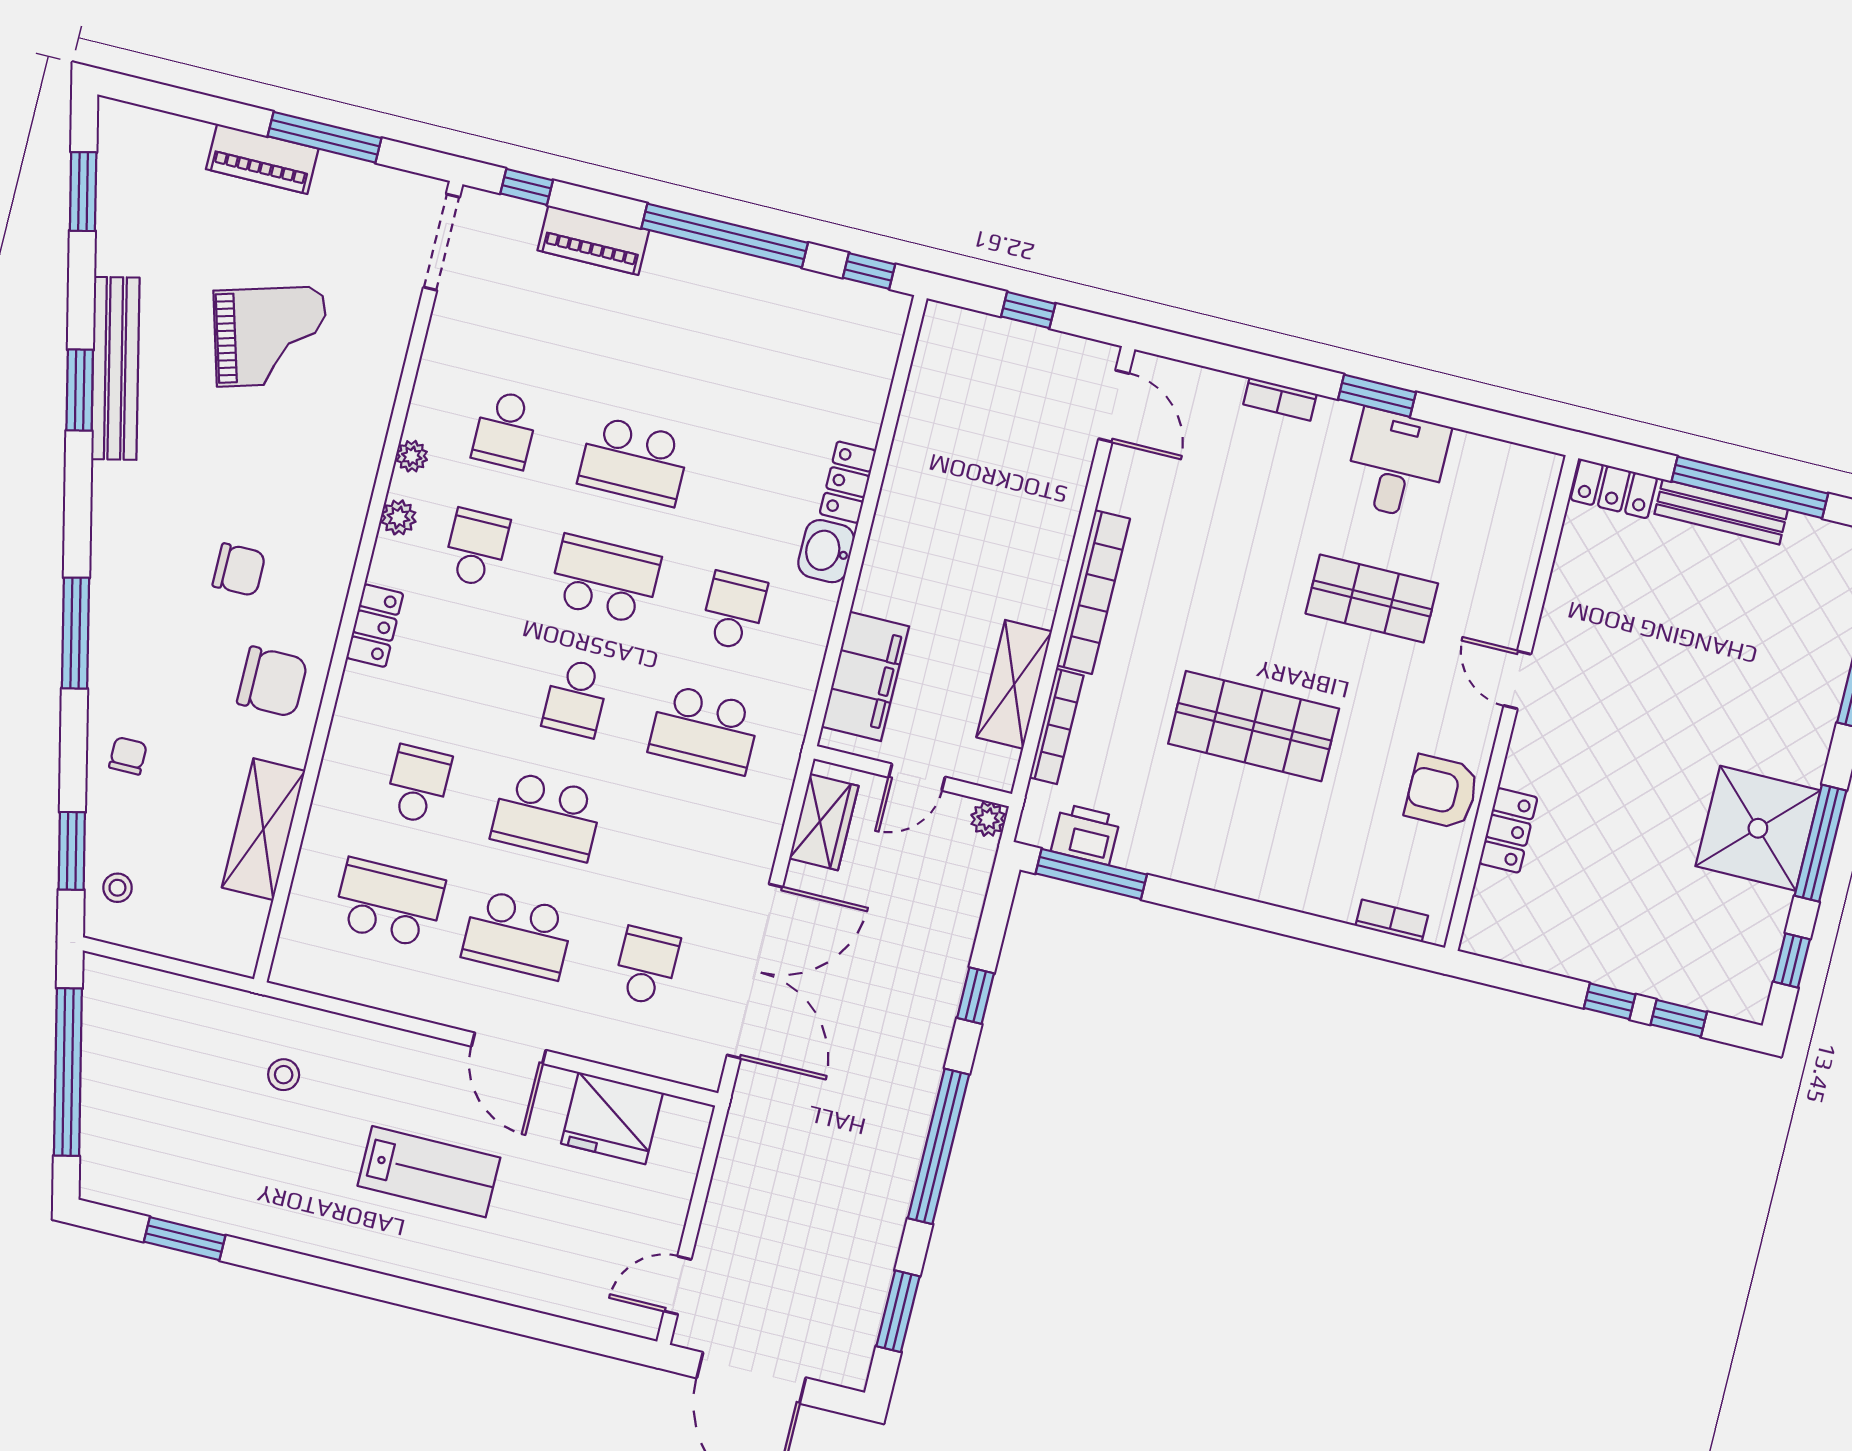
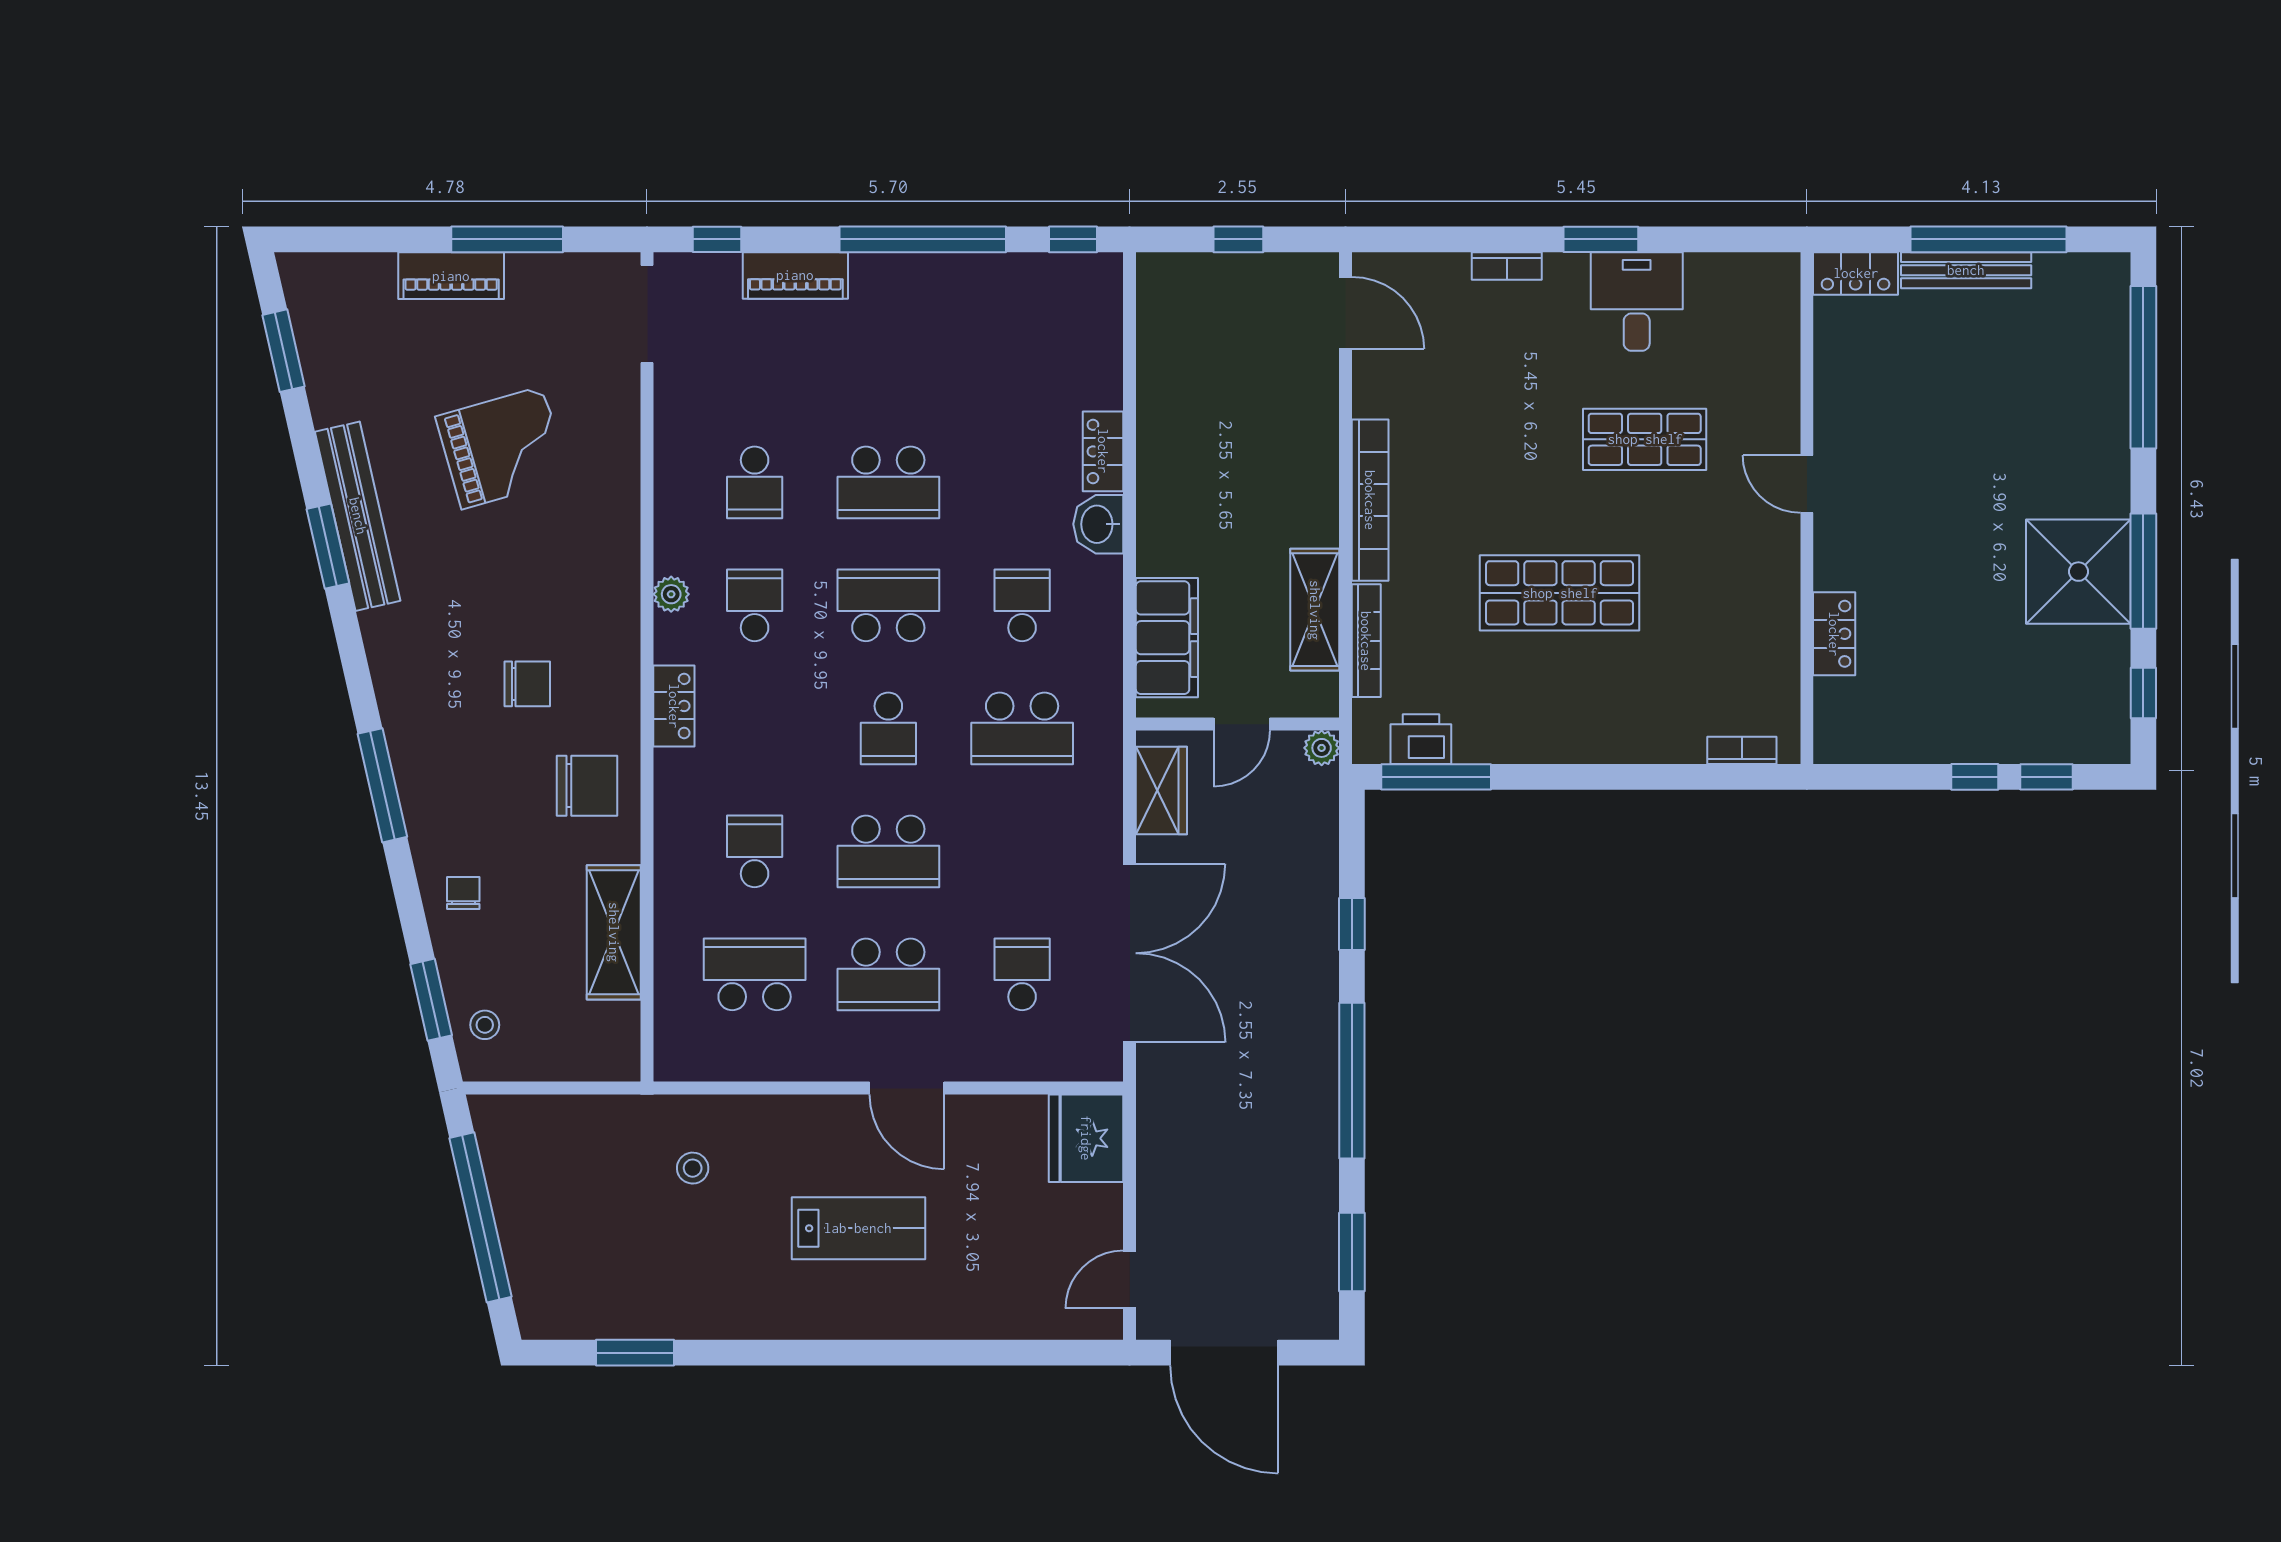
plant: (412, 456) -> (669, 531), removed
armchair: (1442, 792) -> (1760, 612), removed
fridge: (612, 1118) -> (1086, 1138), moved, turned 90

